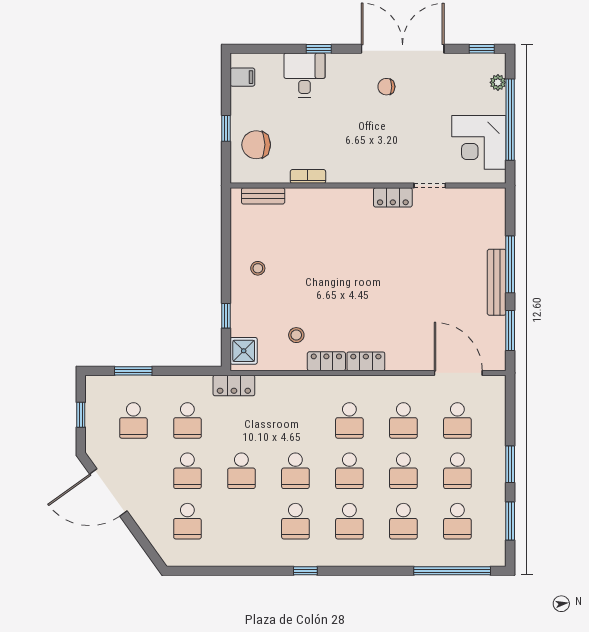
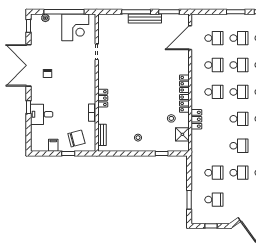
filing cabinet: (242, 77) -> (53, 145), moved
chair: (256, 145) -> (76, 138), turned -105
locker: (393, 197) -> (103, 98), moved
shower: (244, 351) -> (182, 134), moved
locker: (234, 385) -> (196, 119), moved

